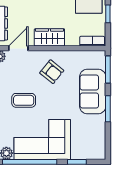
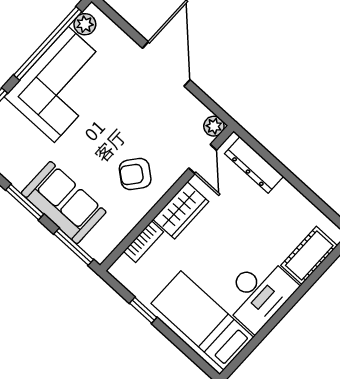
bookcase: (92, 41) -> (144, 242), moved
coffee table: (24, 100) -> (131, 106), removed

